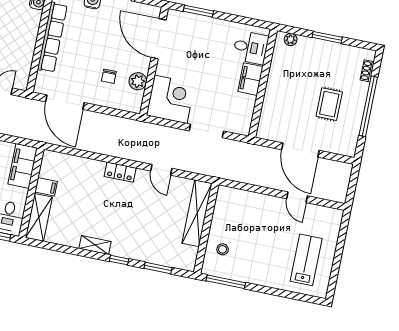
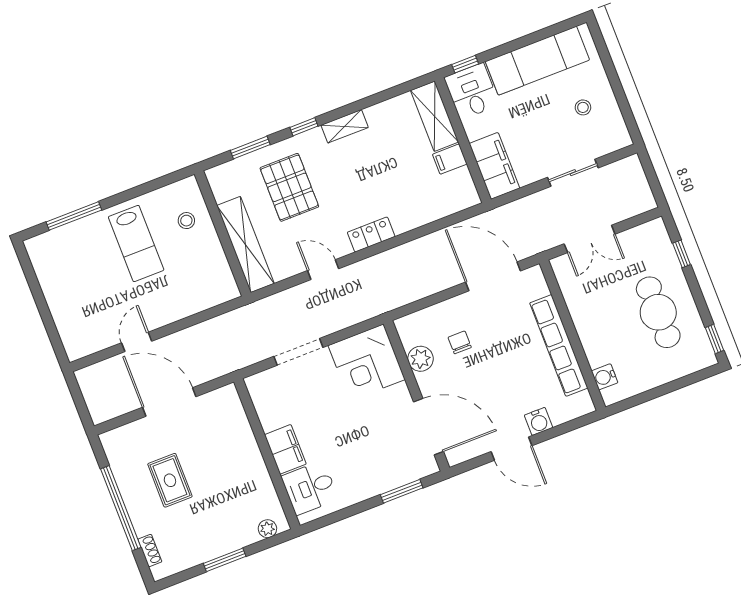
door: (297, 197) -> (137, 342), hinge flipped
pallet: (150, 230) -> (289, 187), added
lab bench: (306, 260) -> (136, 243), moved
window: (226, 282) -> (74, 216), moved

